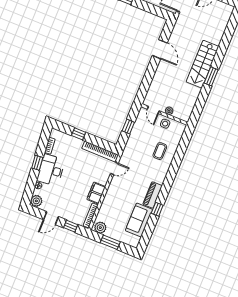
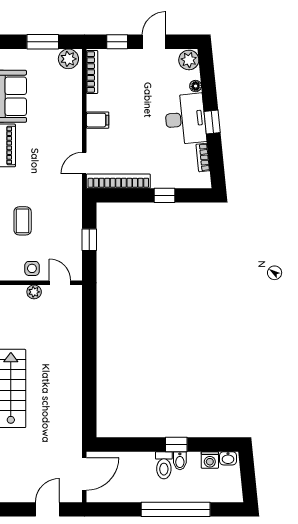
door: (160, 49) -> (89, 385), removed
filing cabinet: (96, 193) -> (98, 120), width x0.50

